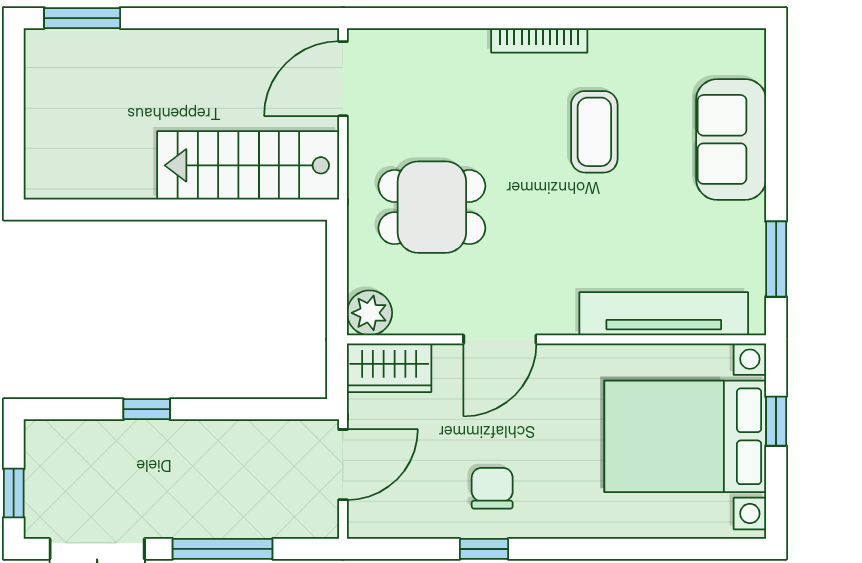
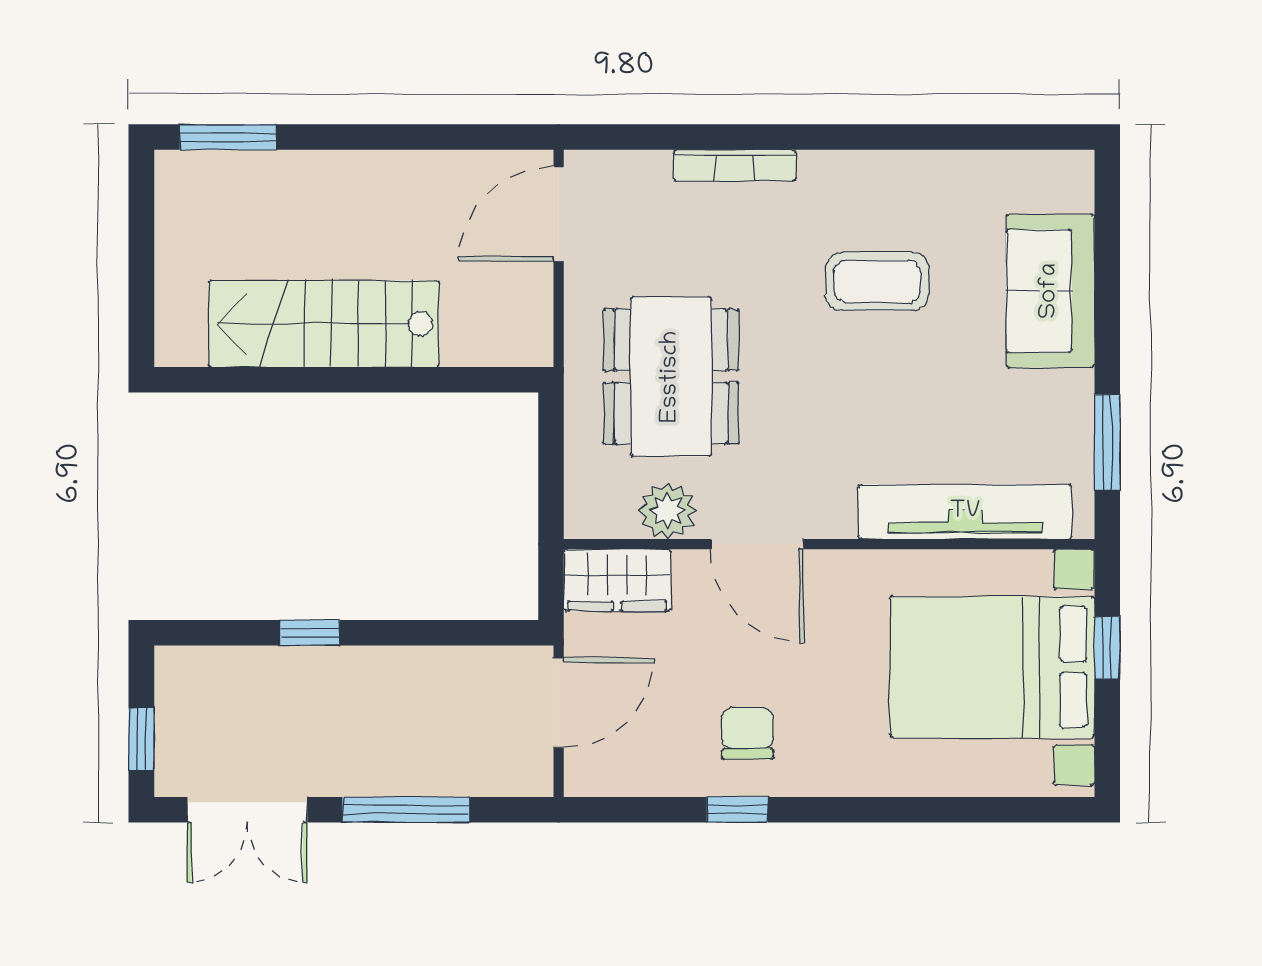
bookcase: (539, 40) -> (735, 165), moved
coffee table: (594, 132) -> (877, 281), turned 90
stairs: (248, 165) -> (324, 324), moved
dining table: (432, 207) -> (671, 377), width x1.38
plant: (370, 313) -> (668, 511), moved
door: (500, 339) -> (757, 544), hinge flipped

